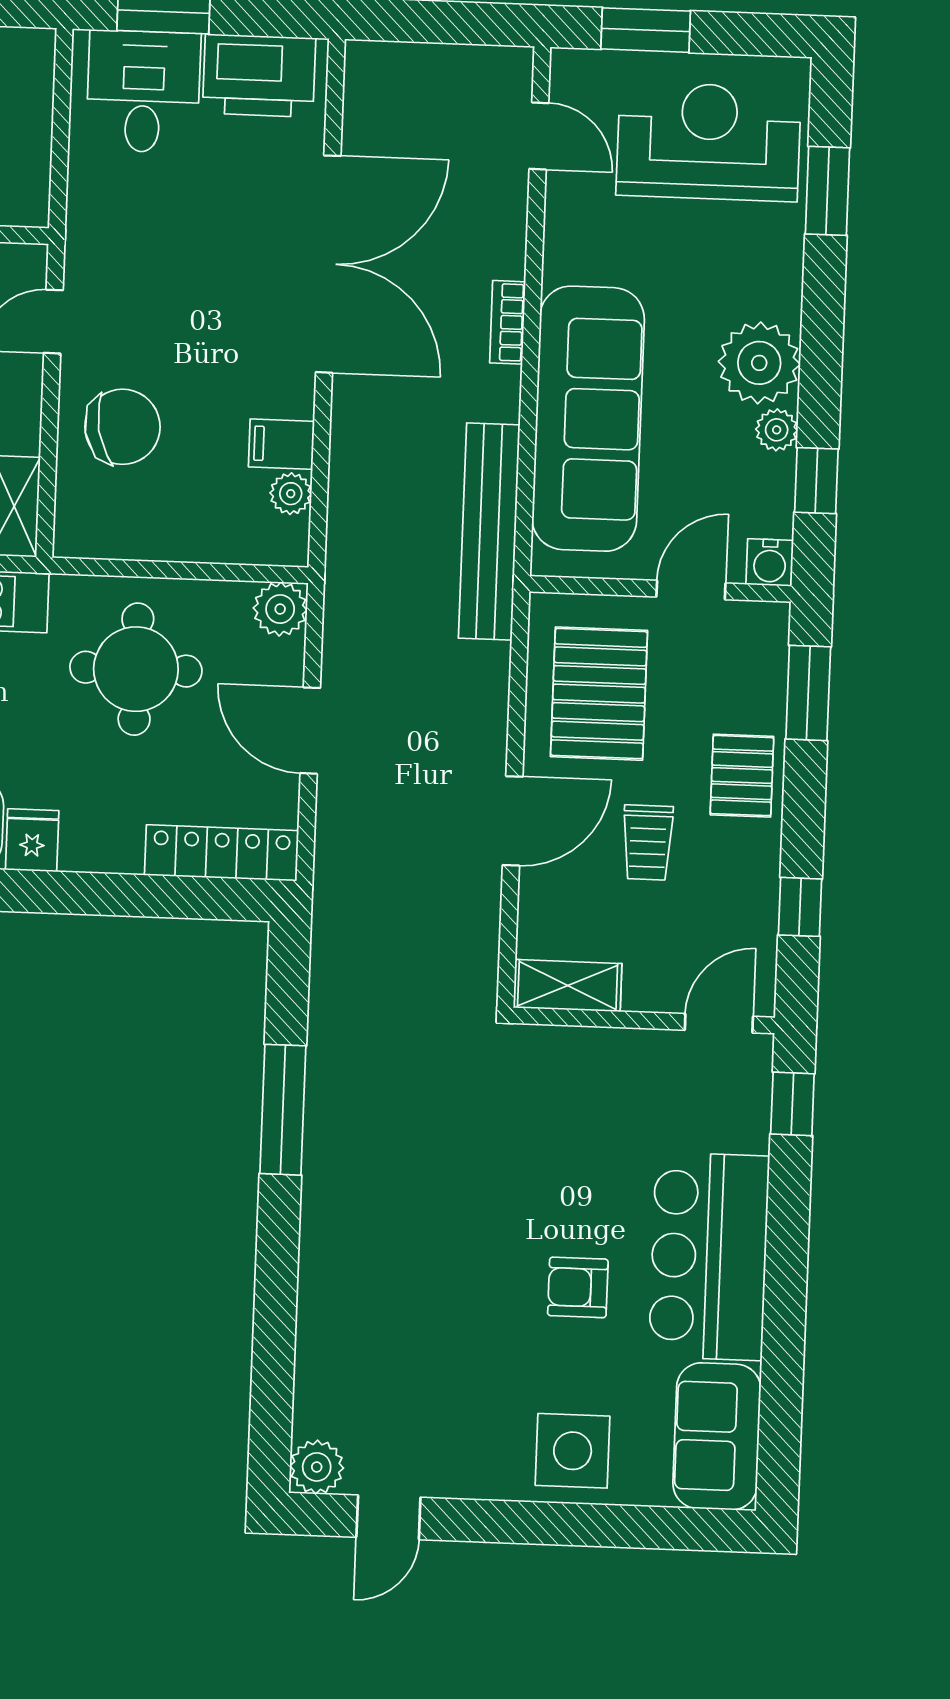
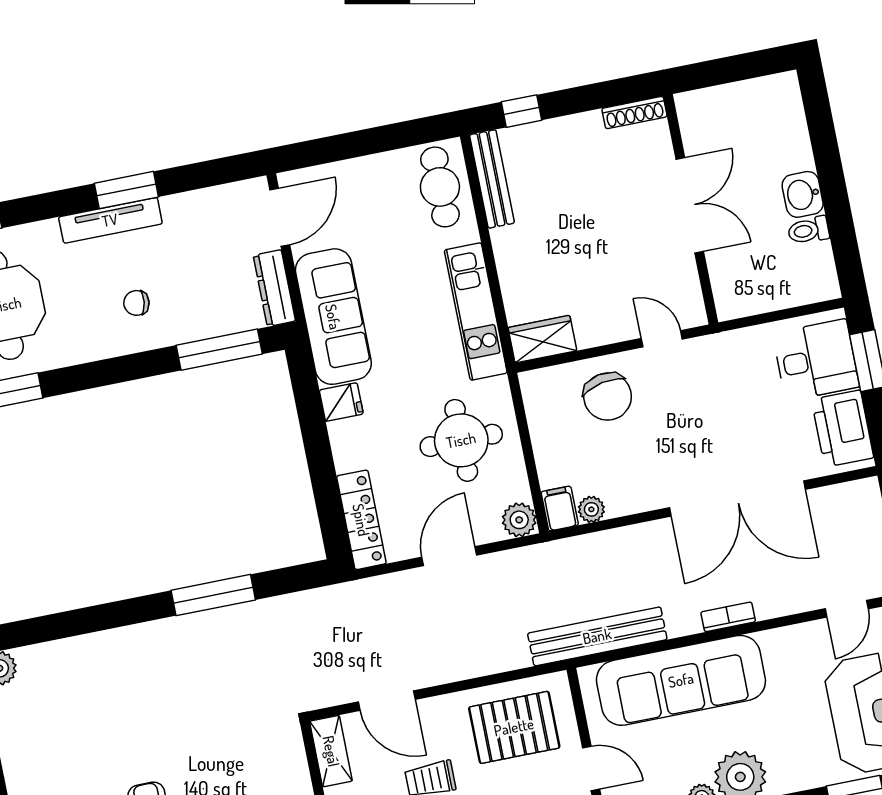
filing cabinet: (281, 444) -> (560, 509), moved
door: (513, 821) -> (387, 701), moved

